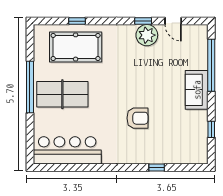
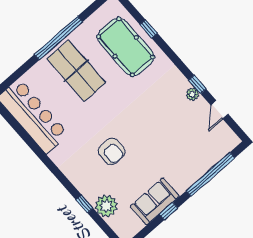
plant: (147, 35) -> (192, 94), width x0.53, depth x0.53
sofa: (197, 90) -> (155, 201), moved
window: (211, 129) -> (169, 211), moved
plant: (171, 154) -> (106, 206), added

